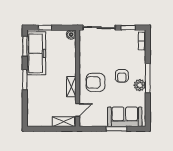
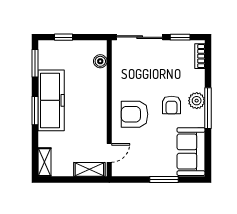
boiler: (71, 35) -> (100, 61), moved
freezer: (36, 53) -> (51, 100), moved
plant: (140, 85) -> (197, 101), moved
shelving: (71, 87) -> (44, 162), moved
sofa: (125, 117) -> (191, 152), moved, turned -90

